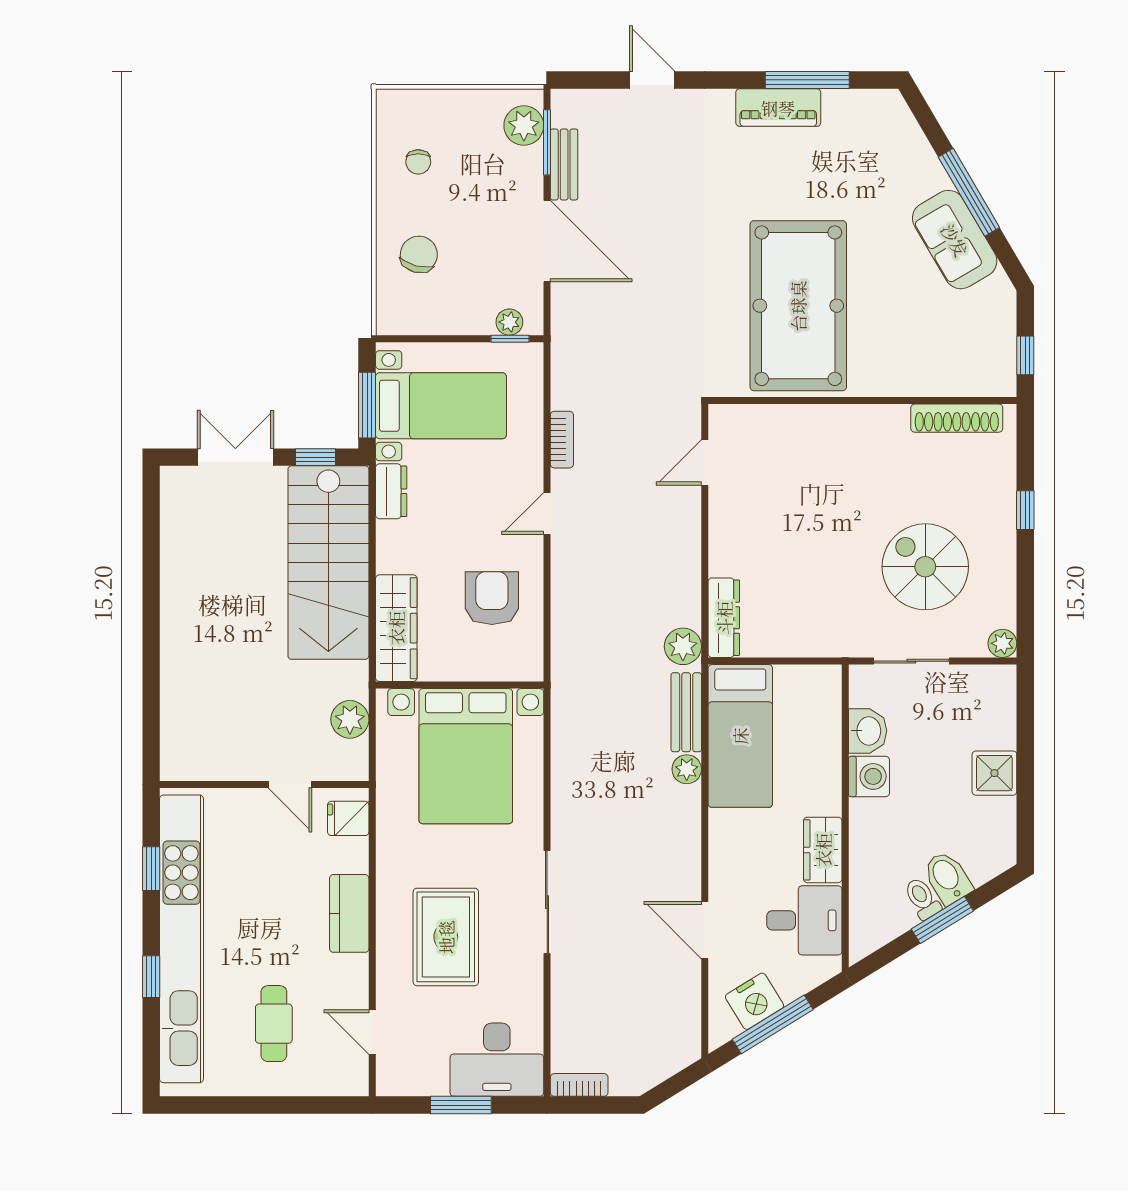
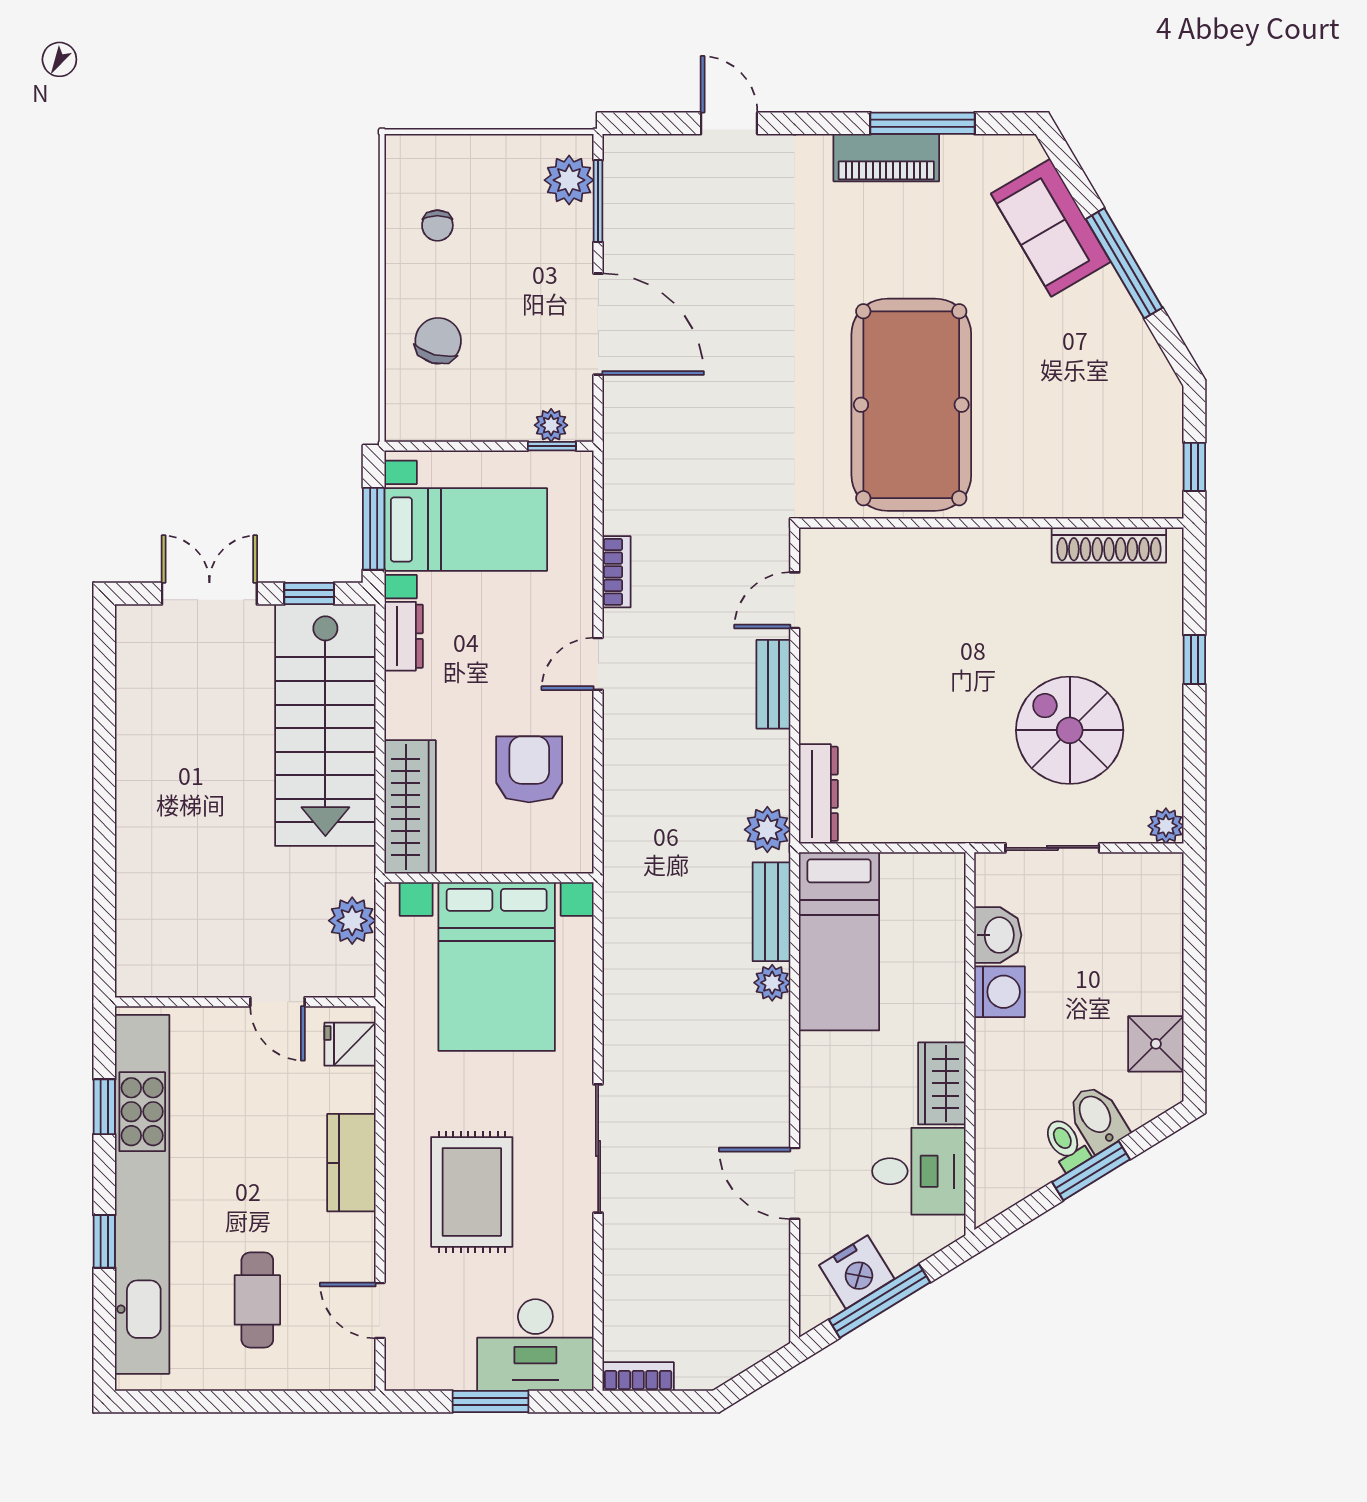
bench: (564, 164) -> (773, 684), moved
sofa: (955, 240) -> (1051, 228), moved
shower: (994, 773) -> (1156, 1044), moved

